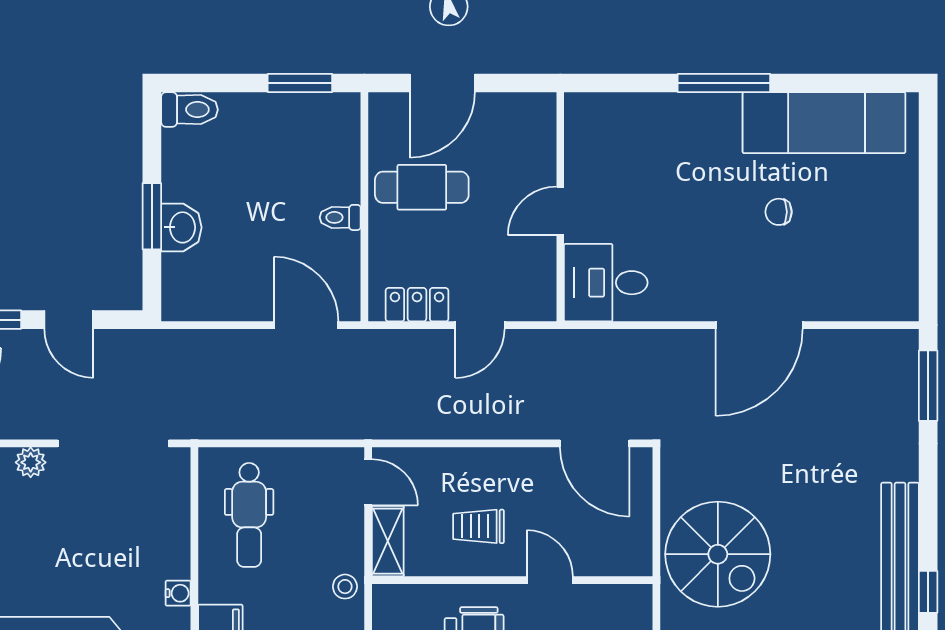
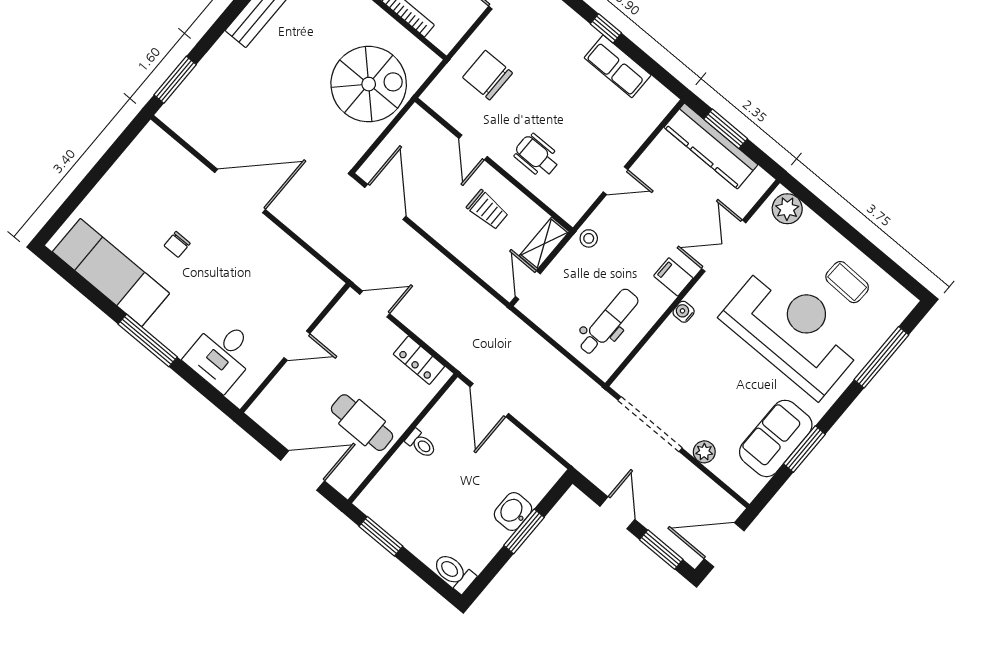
chair: (779, 212) -> (177, 244), turned 90
desk: (606, 283) -> (222, 355), moved, turned 90
door: (480, 325) -> (375, 304), moved
spiral stairs: (718, 554) -> (369, 84), turned 90

